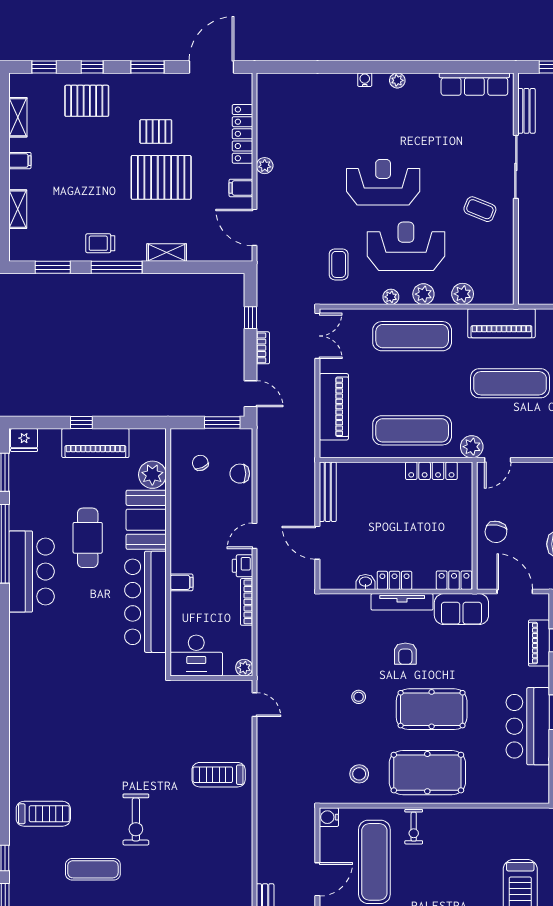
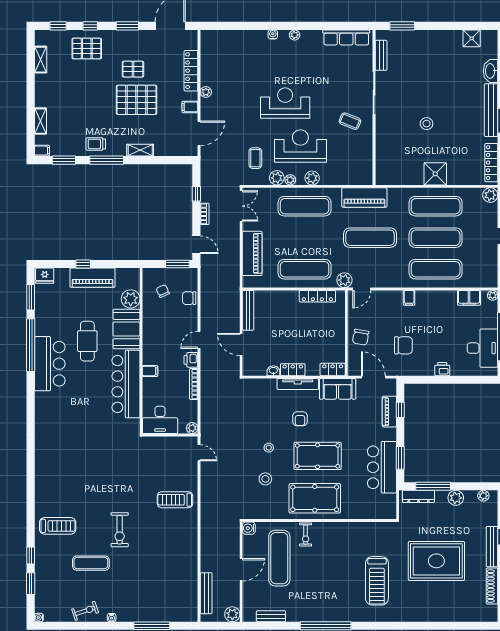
filing cabinet: (20, 161) -> (42, 151), moved
door: (255, 227) -> (199, 133), swing flipped
plant: (463, 294) -> (277, 178), moved
stool: (359, 774) -> (265, 479), moved

